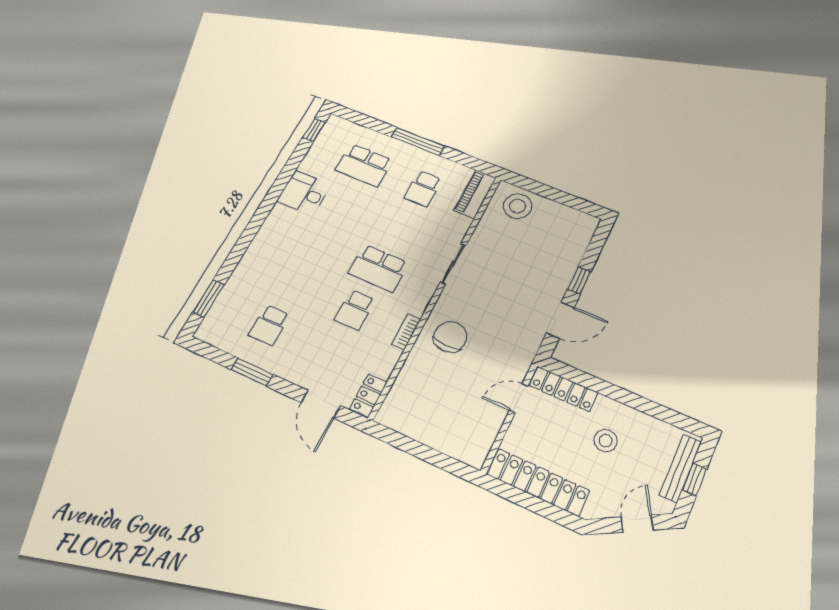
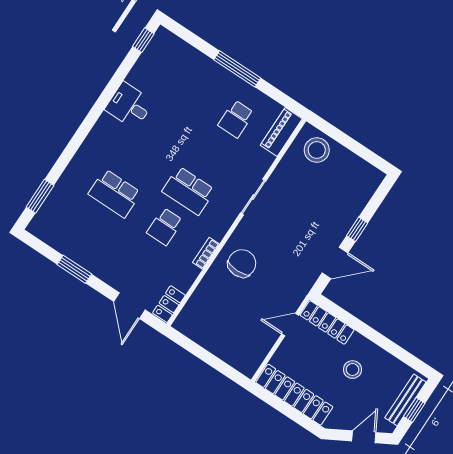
school desk: (364, 165) -> (186, 86), removed
school desk: (269, 325) -> (115, 193), moved, width x1.85

